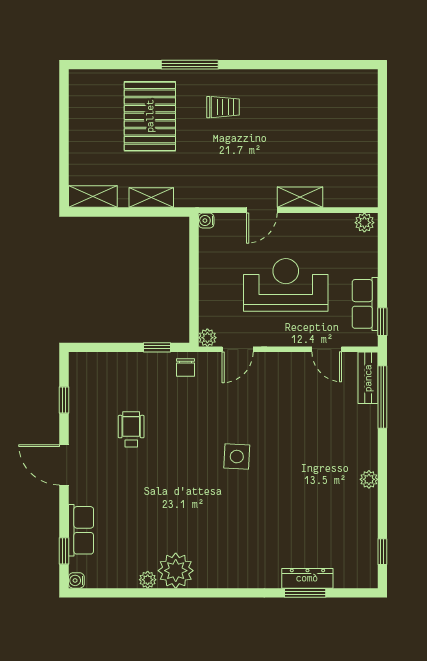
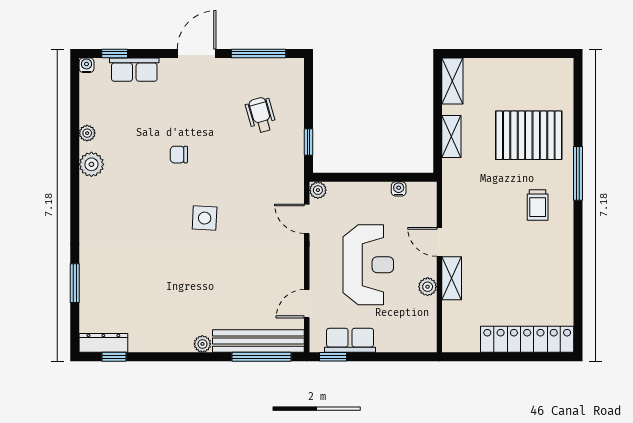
locker: (364, 118) -> (527, 339), added
water cooler: (206, 221) -> (399, 189), moved
plant: (364, 223) -> (428, 287), moved
chair: (185, 368) -> (179, 155), moved
bench: (368, 378) -> (258, 341), width x1.86, depth x1.21
window: (64, 400) -> (258, 53), width x2.17
wheelchair: (131, 429) -> (261, 115), moved, turned -106
plant: (369, 479) -> (202, 344), moved
plant: (176, 571) -> (91, 164), width x0.73, depth x0.73
dresser: (307, 578) -> (103, 343), moved, turned -90

